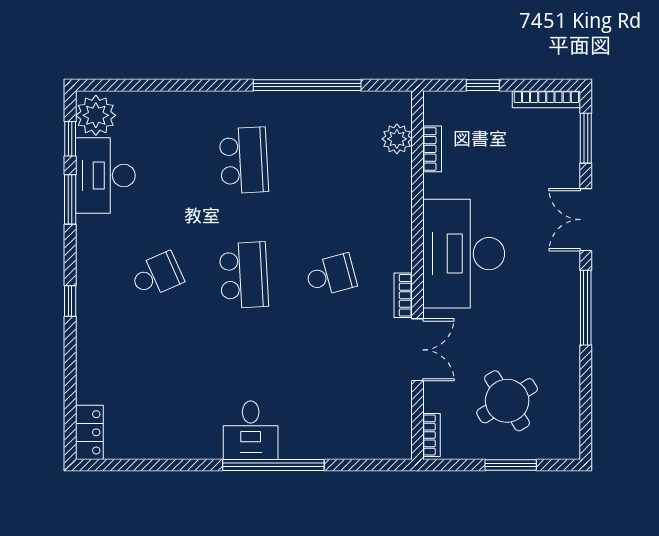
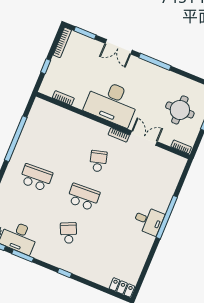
plant: (397, 139) -> (53, 111), removed
round table: (507, 401) -> (180, 110), turned 32

